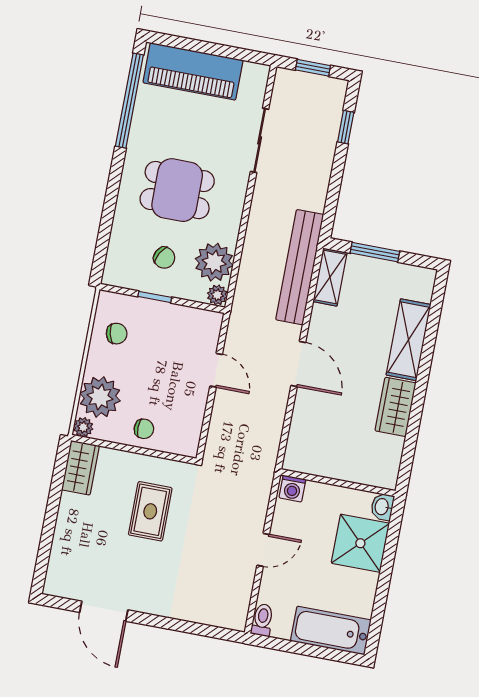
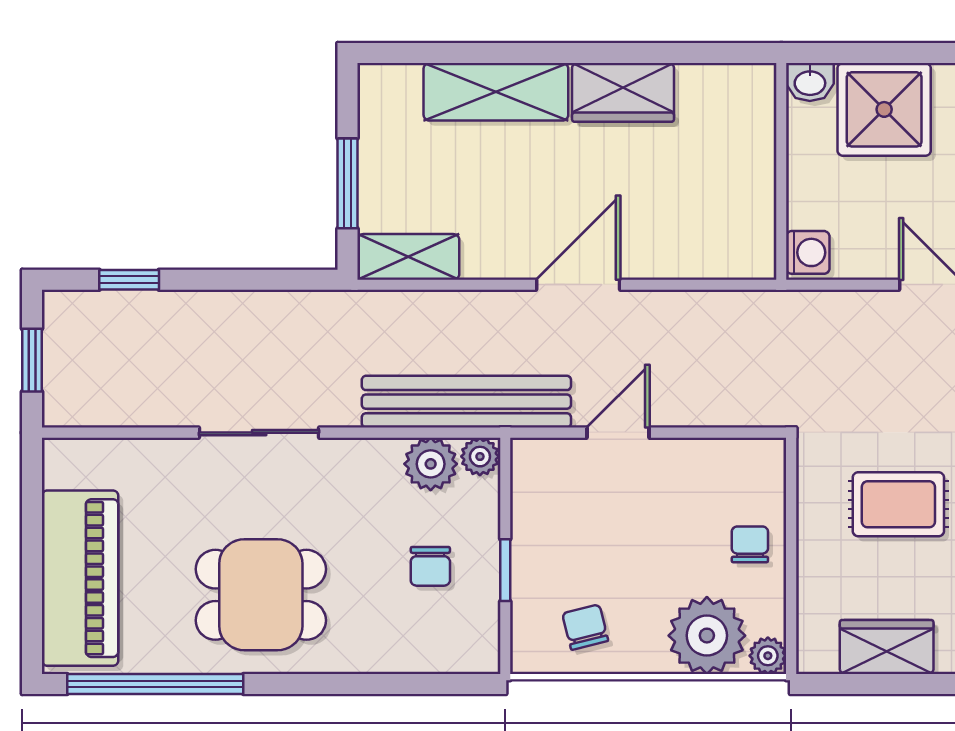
sliding door: (260, 140) -> (259, 433), moved
dining table: (177, 190) -> (261, 595), moved, turned 90
chair: (164, 258) -> (430, 566), turned 151
plant: (214, 262) -> (431, 464), width x0.73, depth x0.73
bench: (300, 267) -> (466, 402), moved
wardrobe: (80, 468) -> (887, 647), moved

